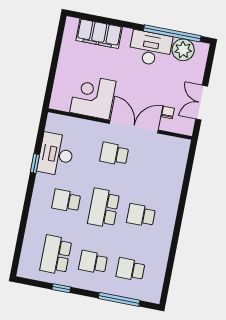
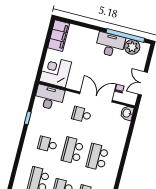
filing cabinet: (99, 34) -> (59, 36), moved, turned -90
corner desk: (93, 97) -> (55, 72), moved
washbasin: (181, 148) -> (127, 113), added
desk: (56, 154) -> (49, 97), moved, turned 90
school desk: (141, 215) -> (97, 157), width x1.85

